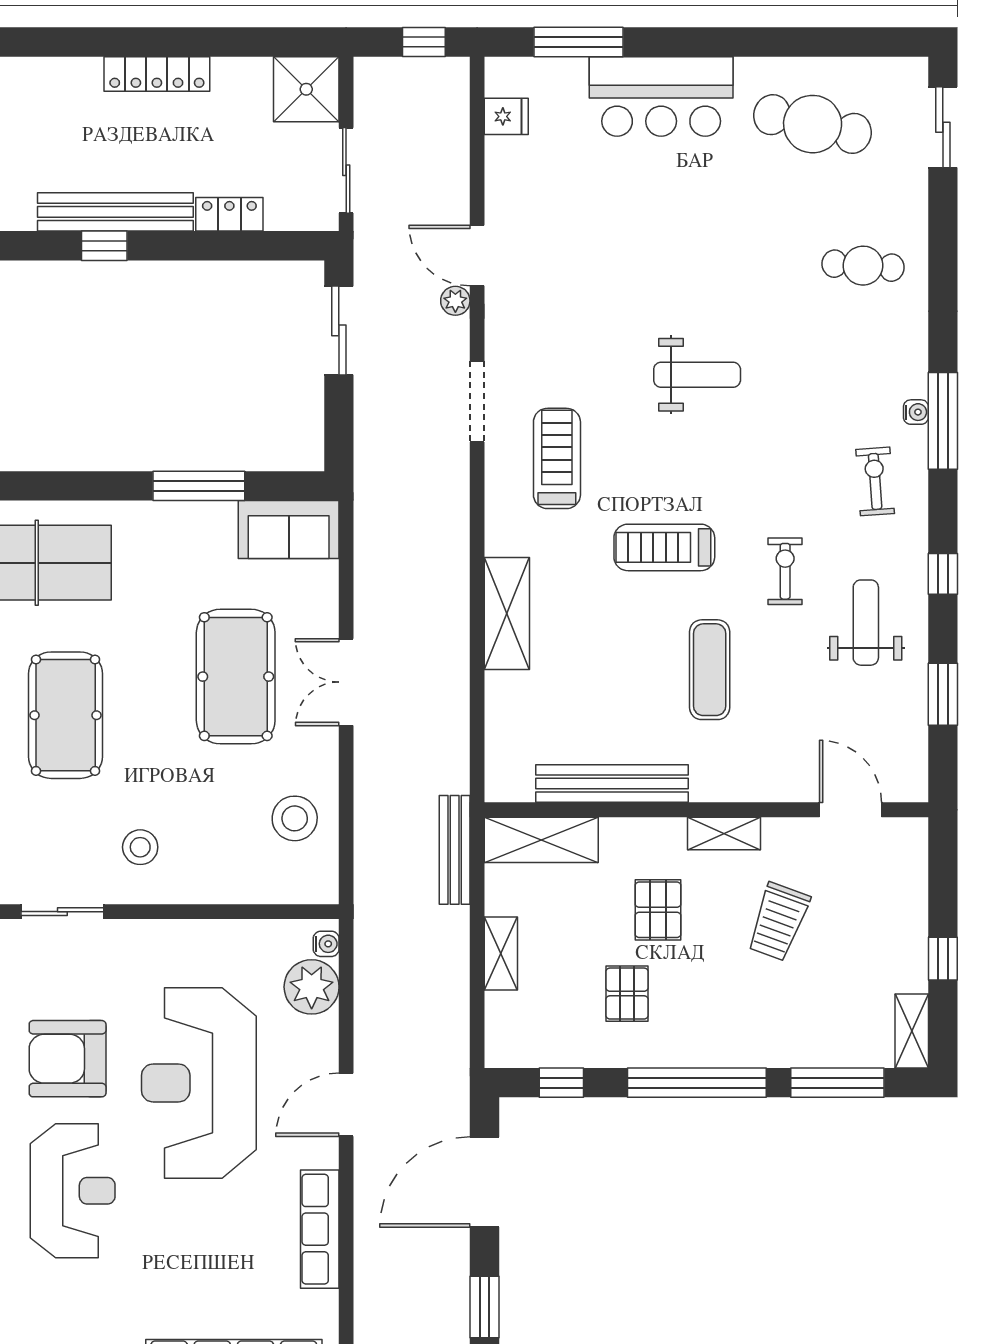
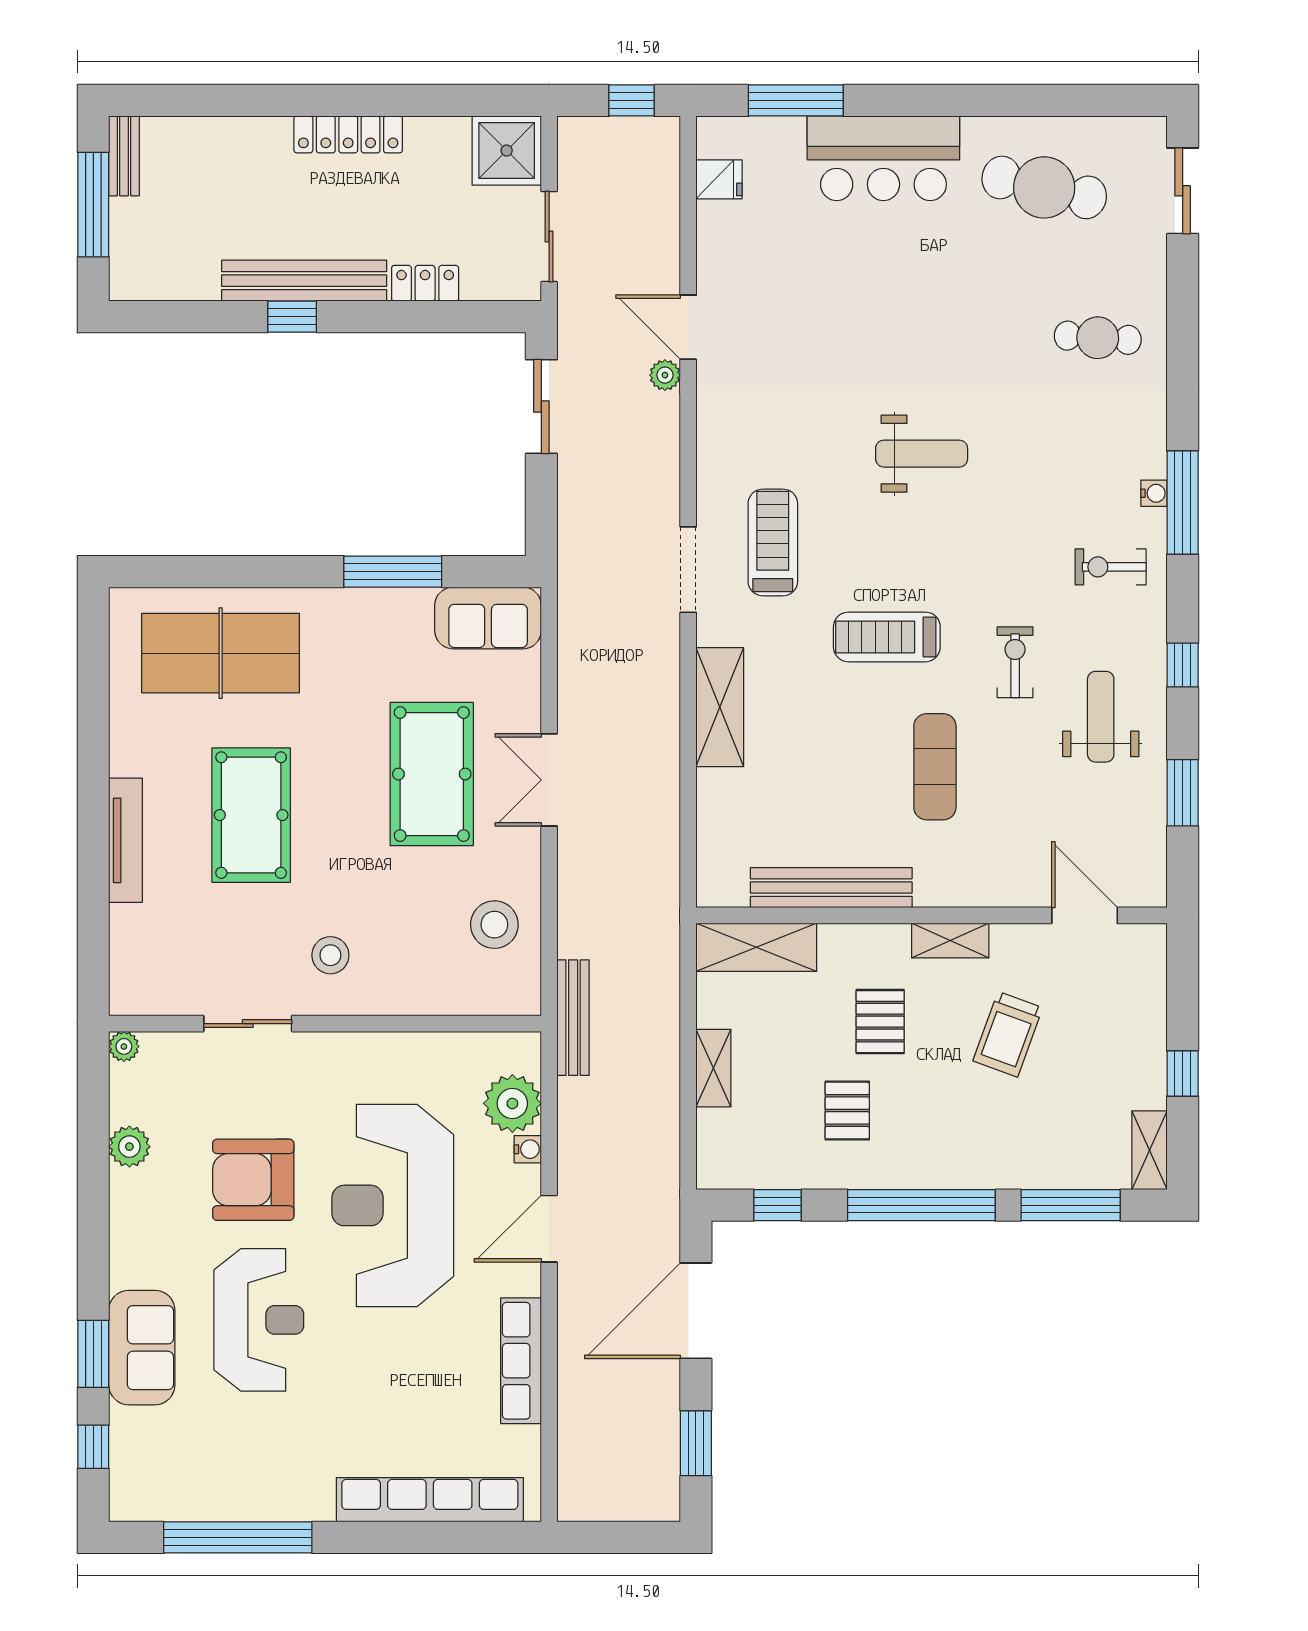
doorway: (477, 402) -> (688, 570), moved
exercise bike: (875, 481) -> (1111, 567), turned -86
bench: (455, 850) -> (573, 1018), moved
water cooler: (326, 944) -> (528, 1149), moved

